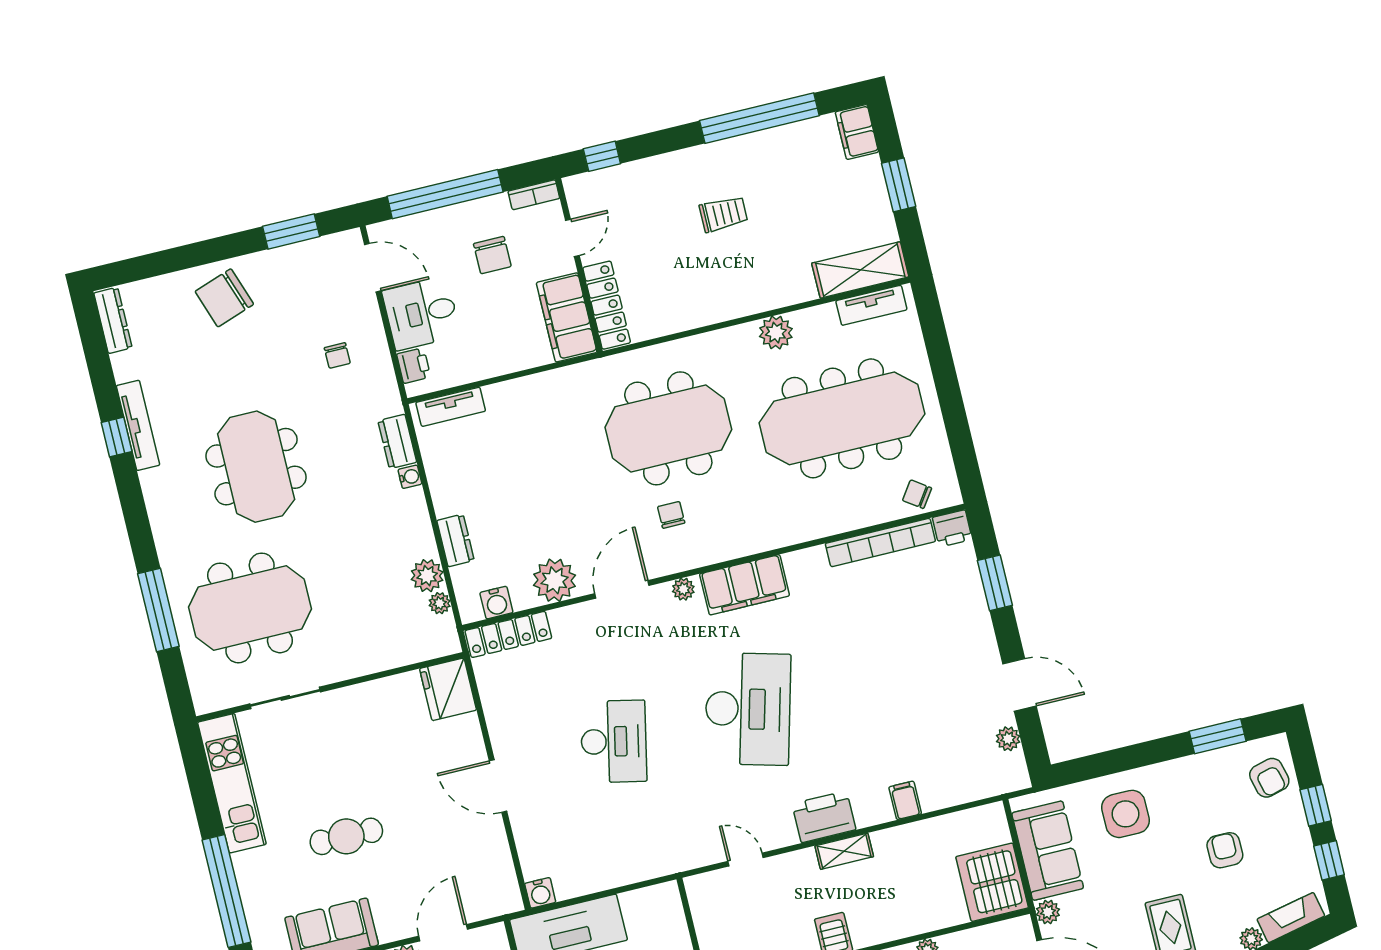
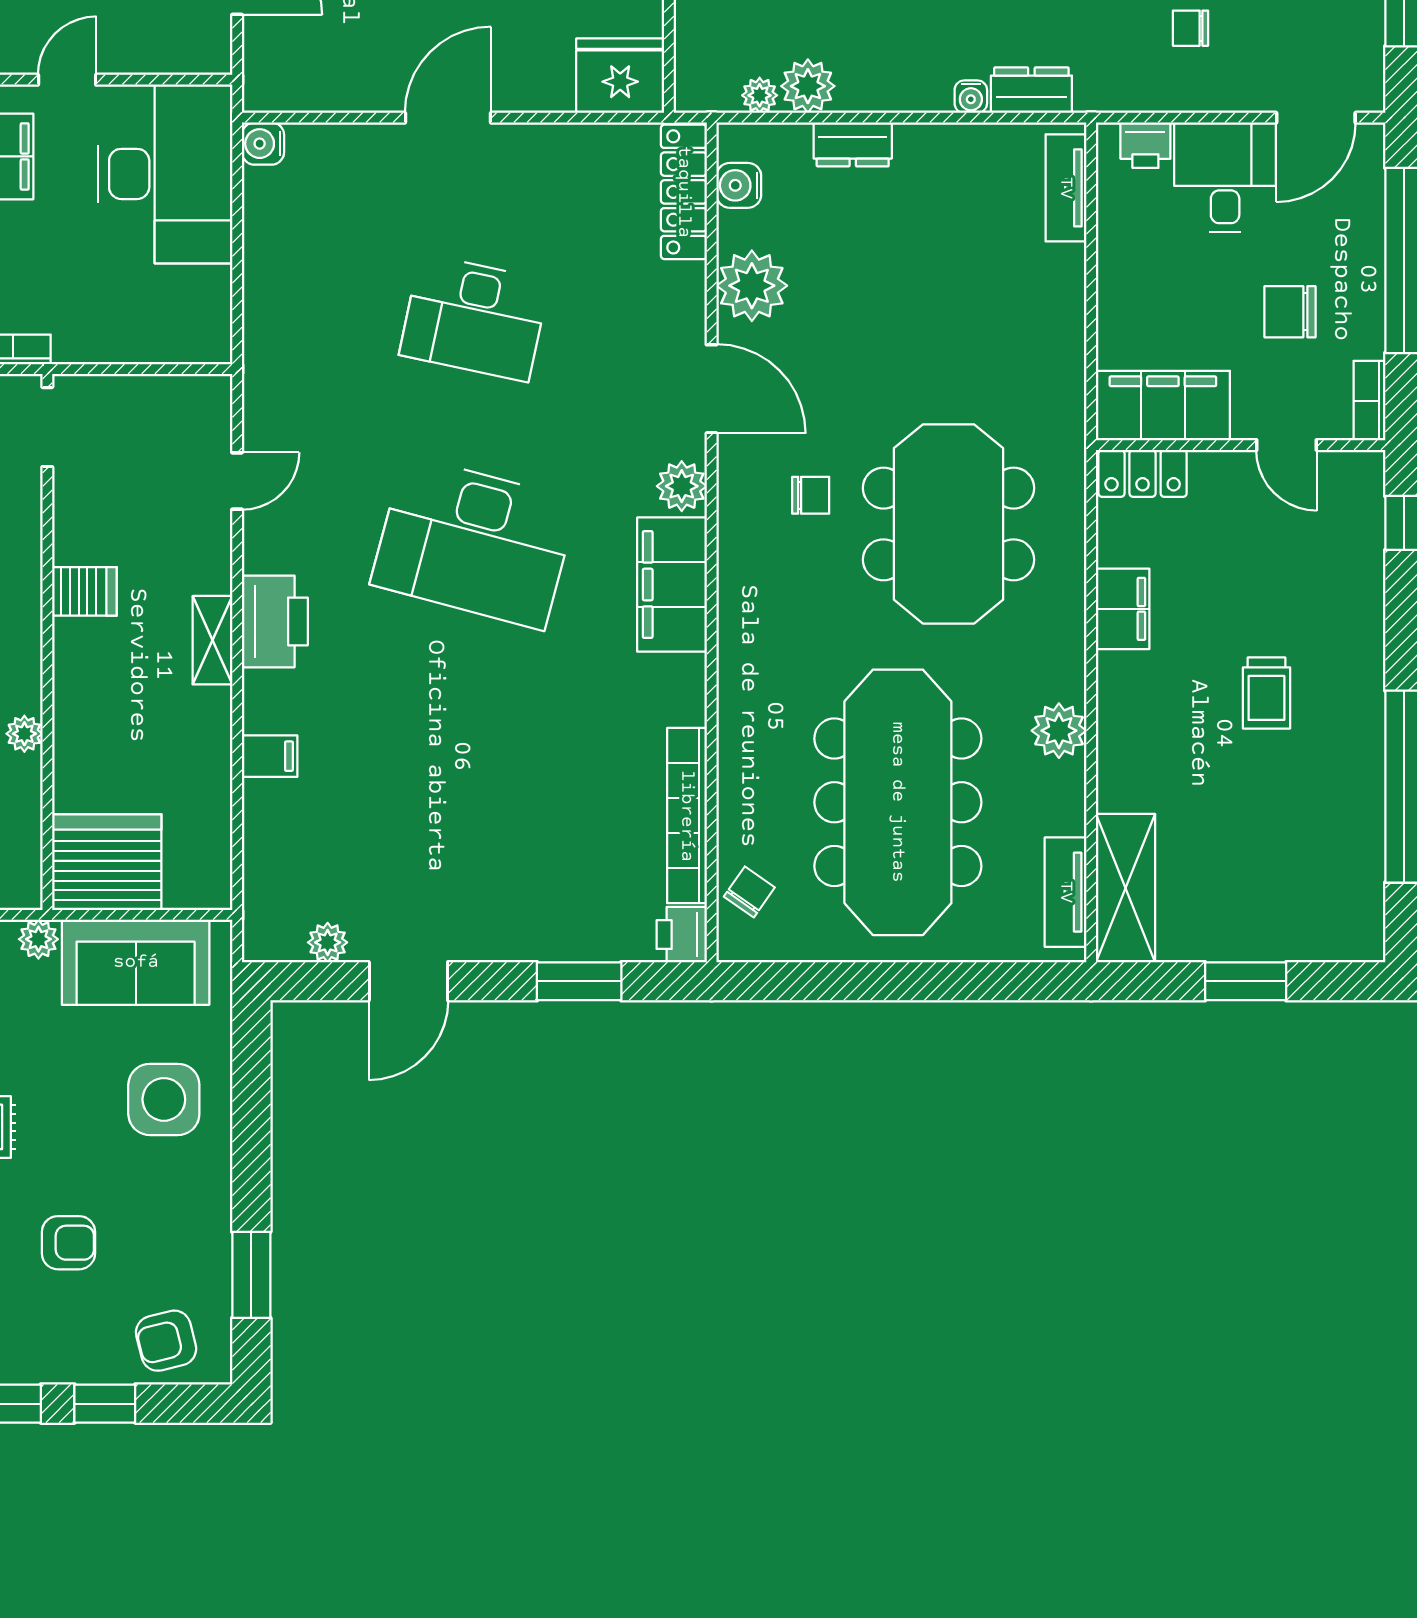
filing cabinet: (857, 132) -> (1123, 609), moved, turned 90
locker: (607, 305) -> (1143, 473), width x0.66
plant: (683, 589) -> (682, 486), width x1.38, depth x1.38

